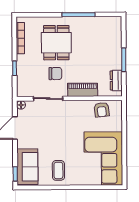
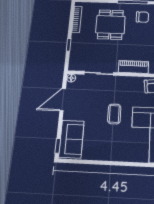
chair: (55, 74) -> (142, 17), moved
coffee table: (58, 170) -> (114, 114), moved

